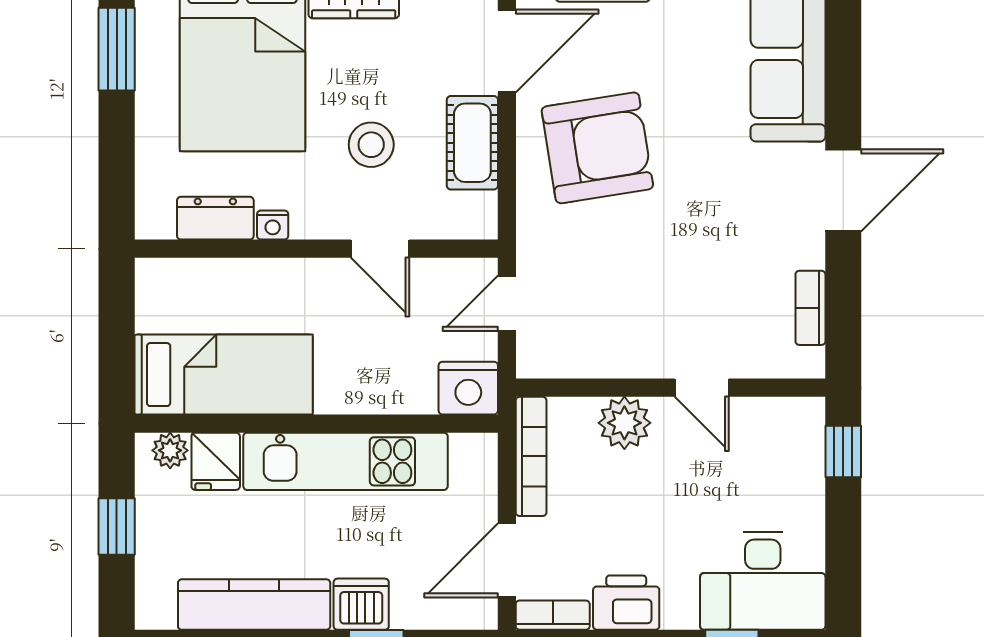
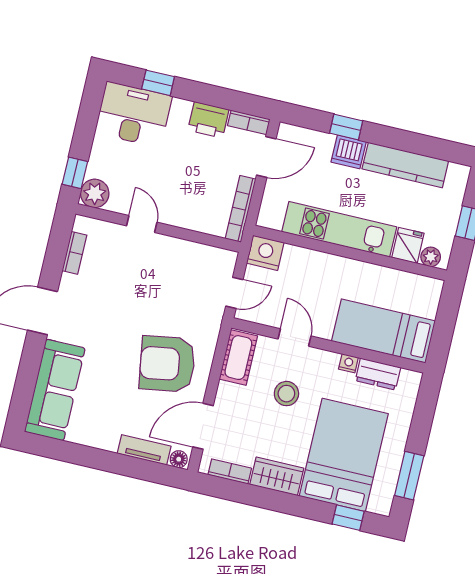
cot: (472, 143) -> (238, 358), moved
bed: (224, 375) -> (383, 331), moved
plant: (624, 423) -> (95, 193), moved

